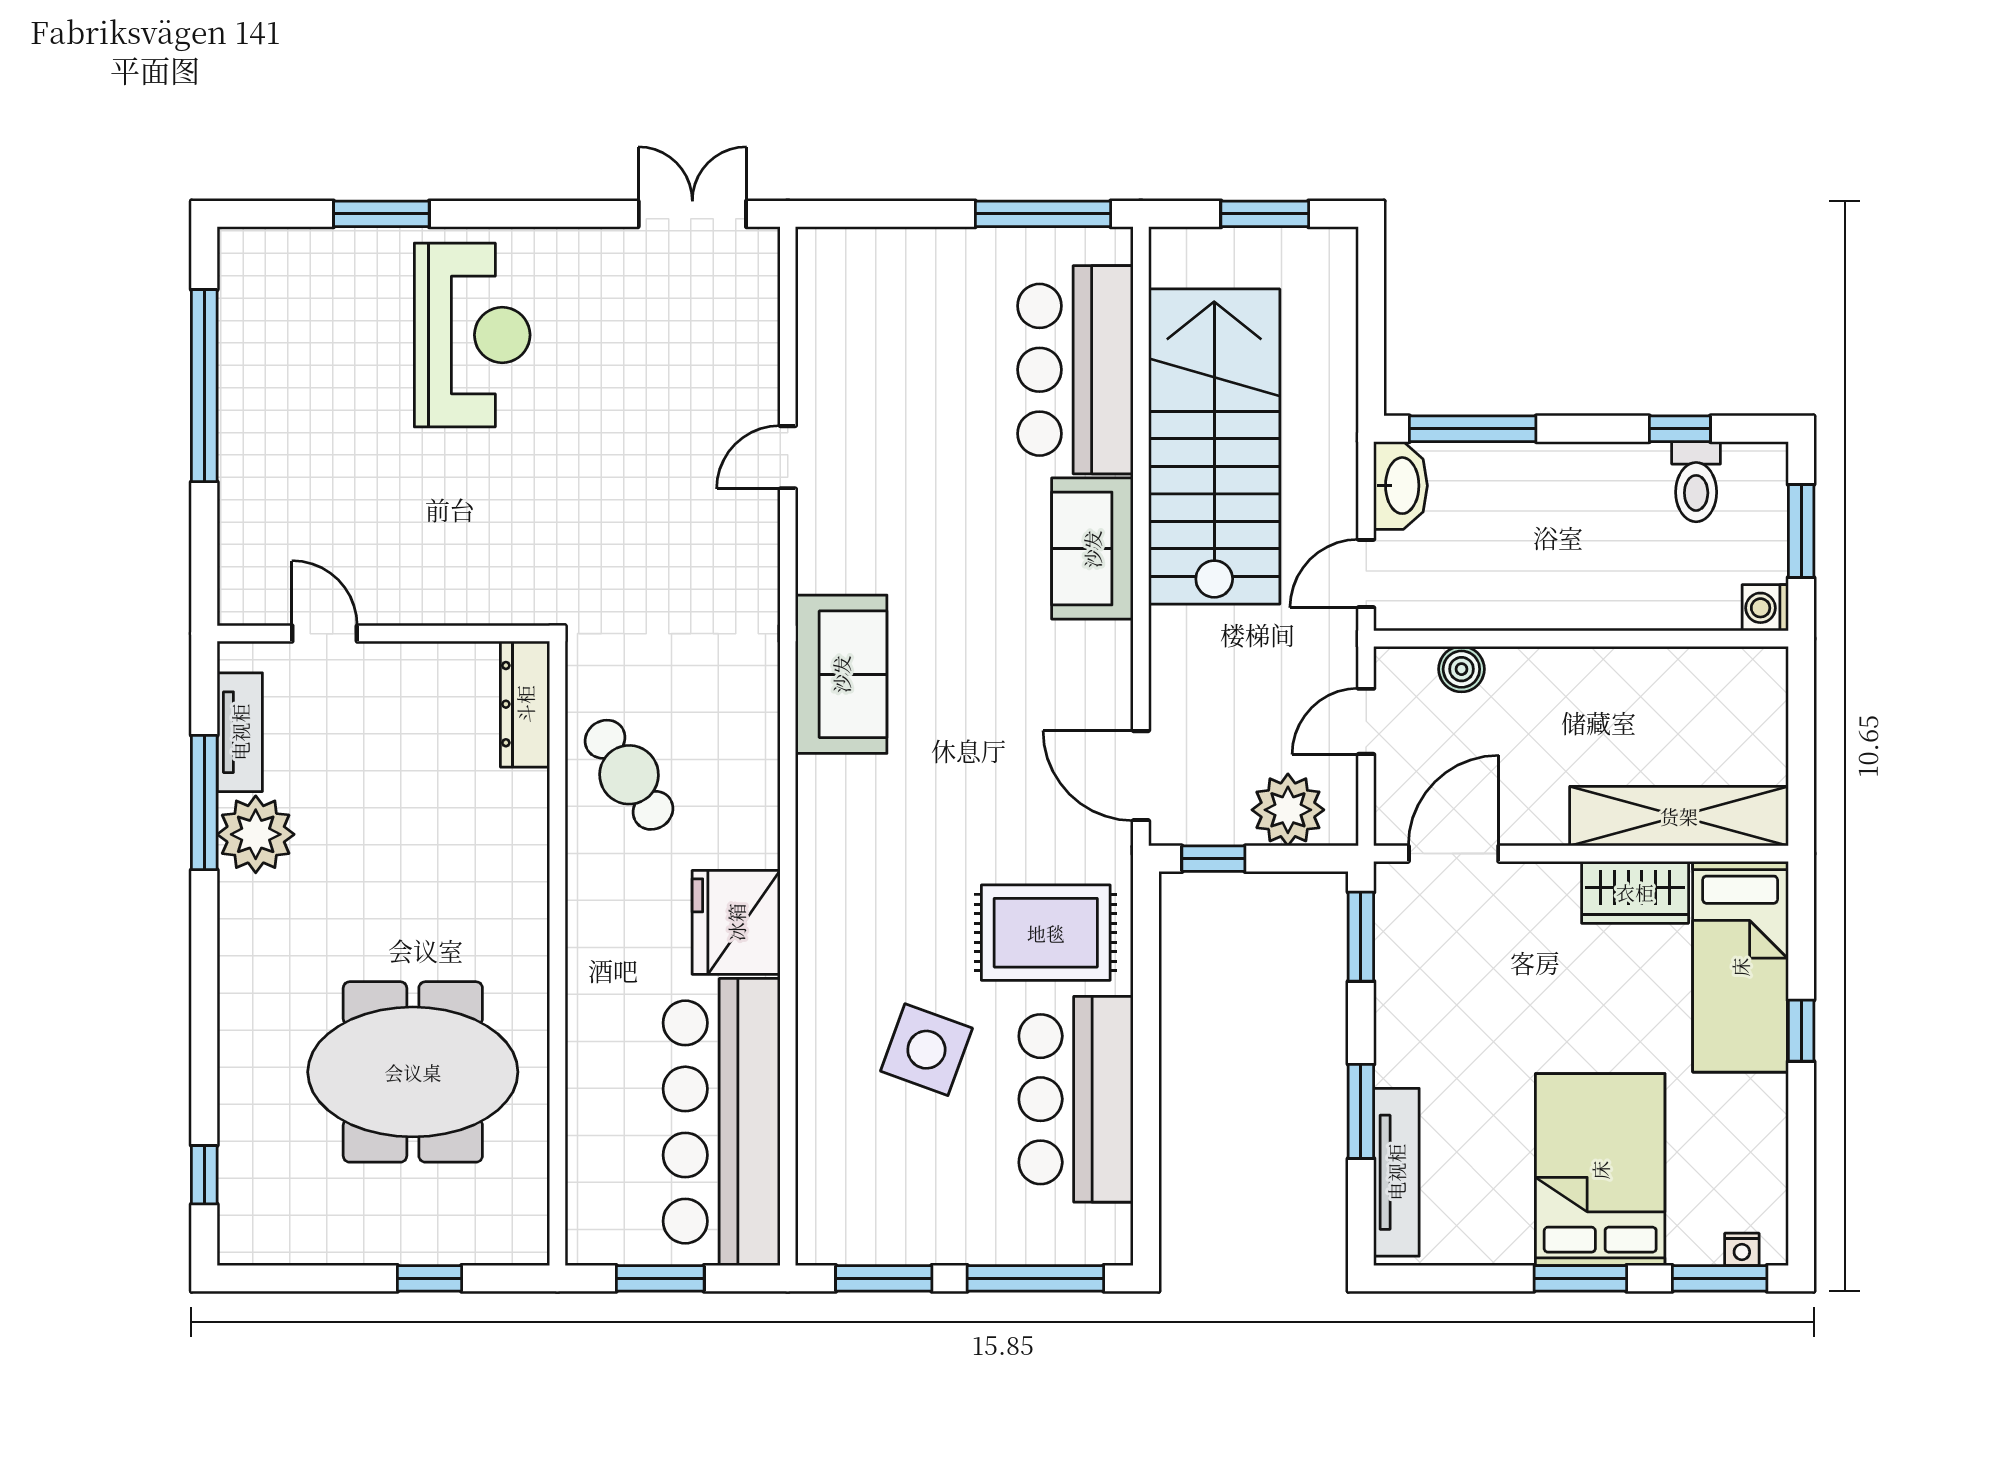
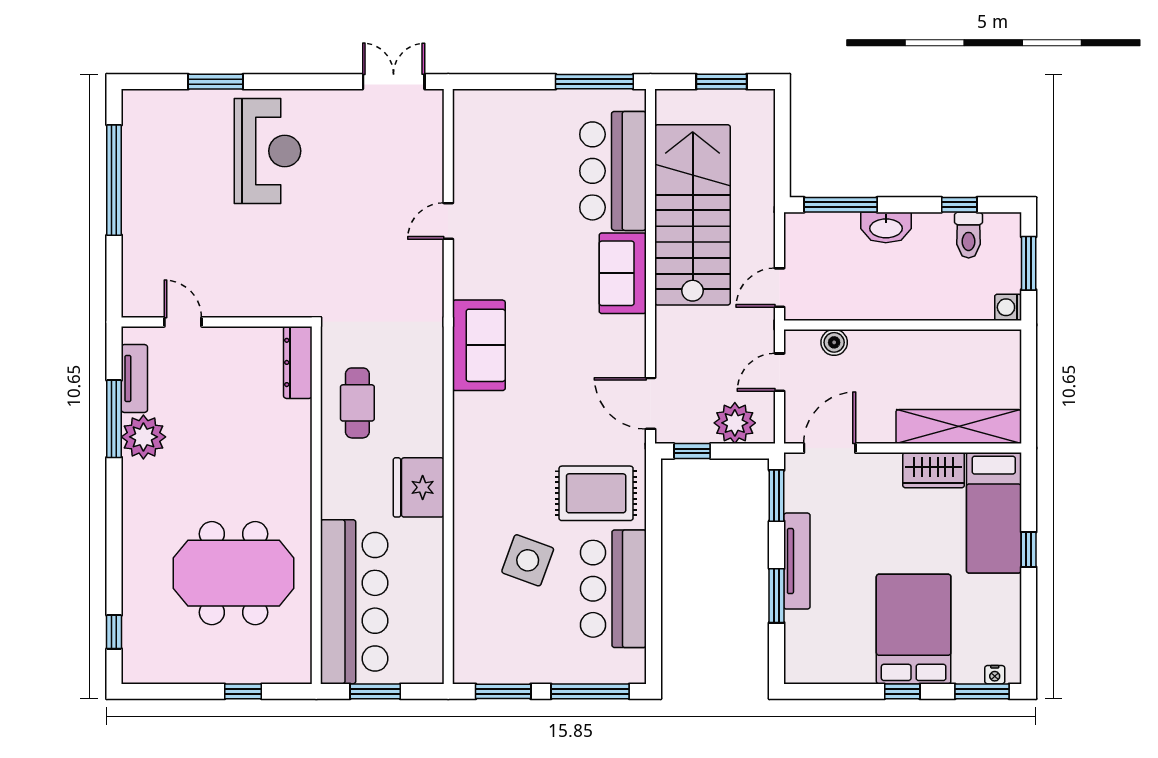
washbasin: (1401, 486) -> (886, 227), moved, turned 90
cafe table: (629, 775) -> (357, 403), turned 34
bar counter: (722, 1122) -> (354, 602), moved, turned 180
tv unit: (1396, 1172) -> (797, 561), moved
window: (1580, 1278) -> (902, 691), width x0.67

